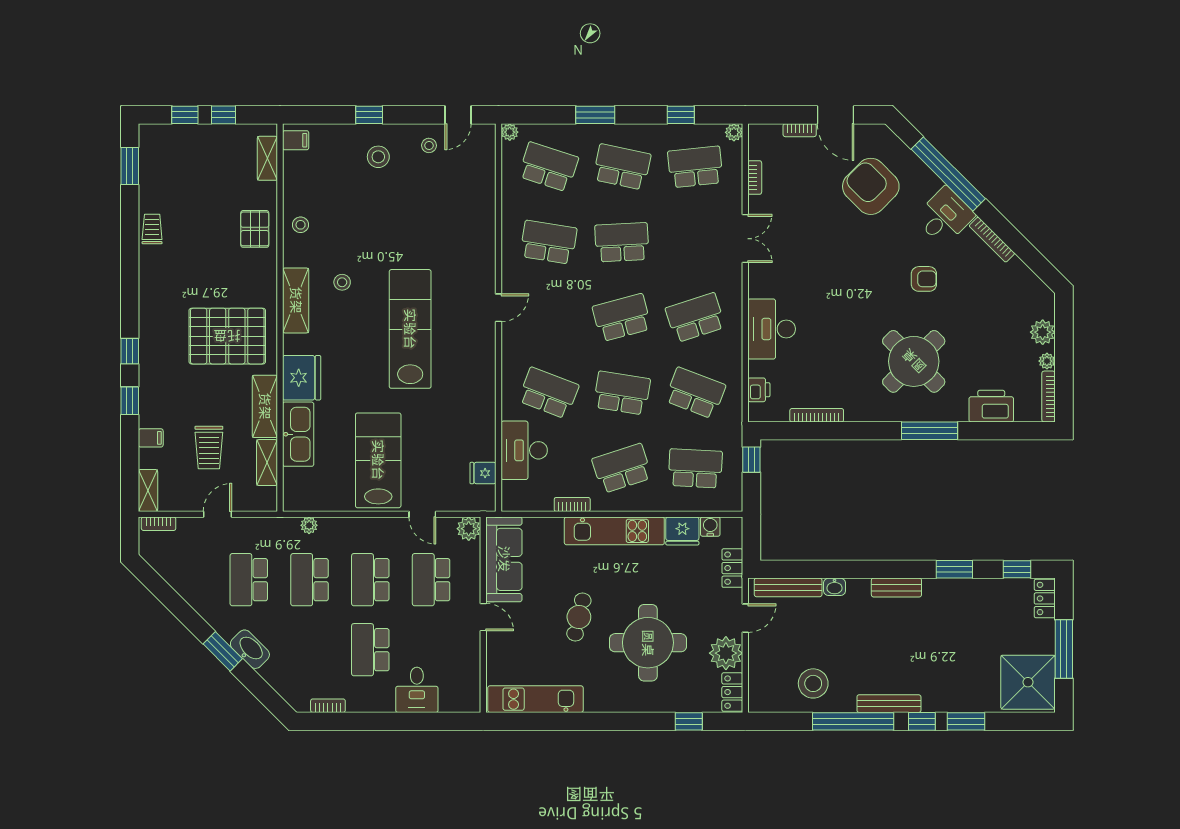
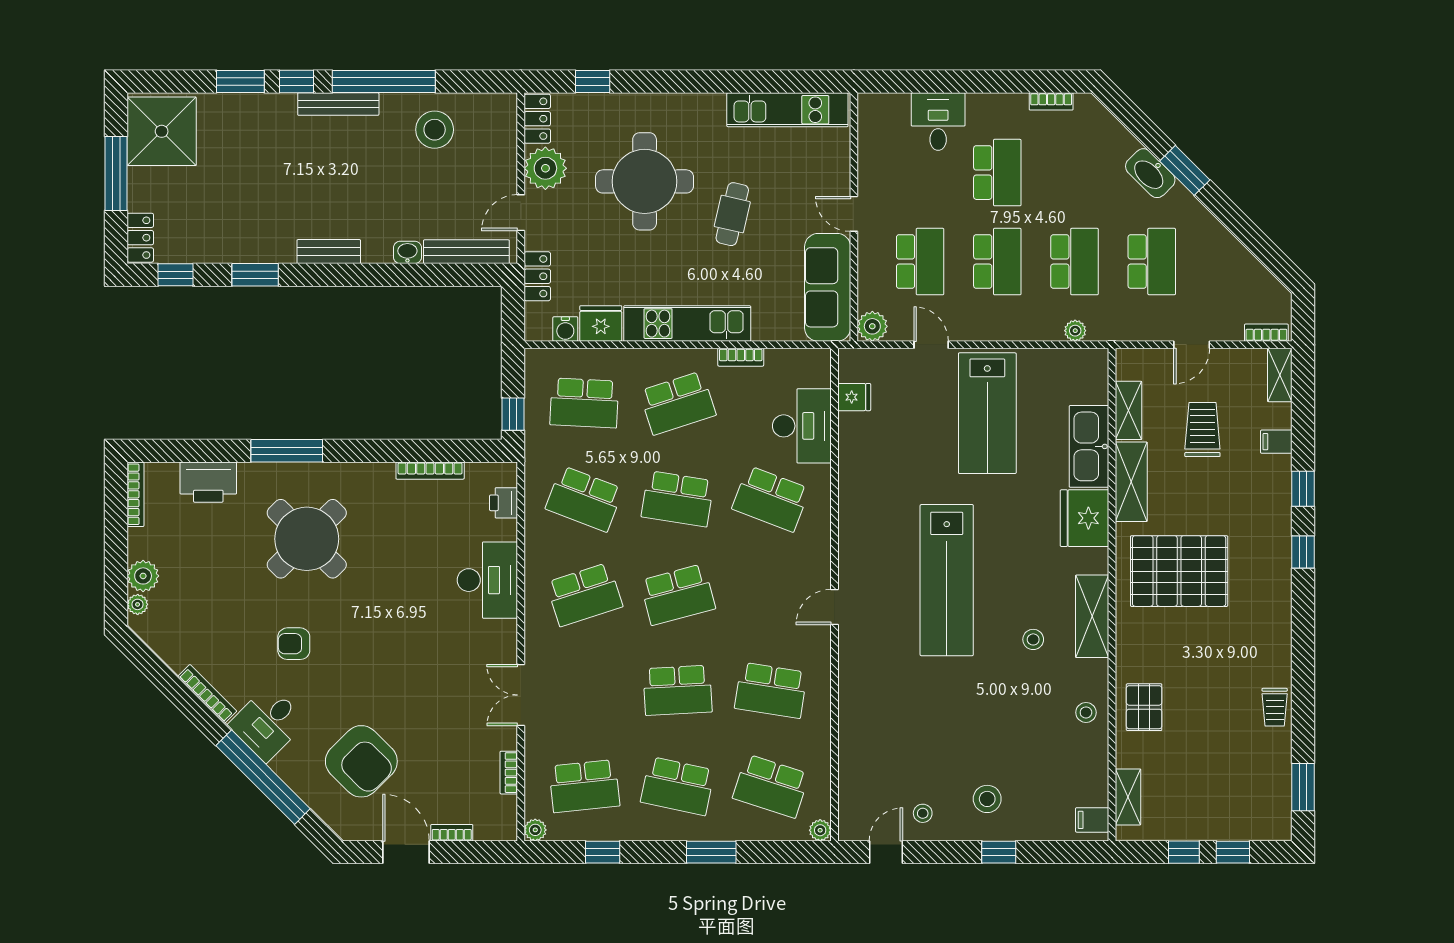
plant: (1047, 361) -> (138, 604), moved

